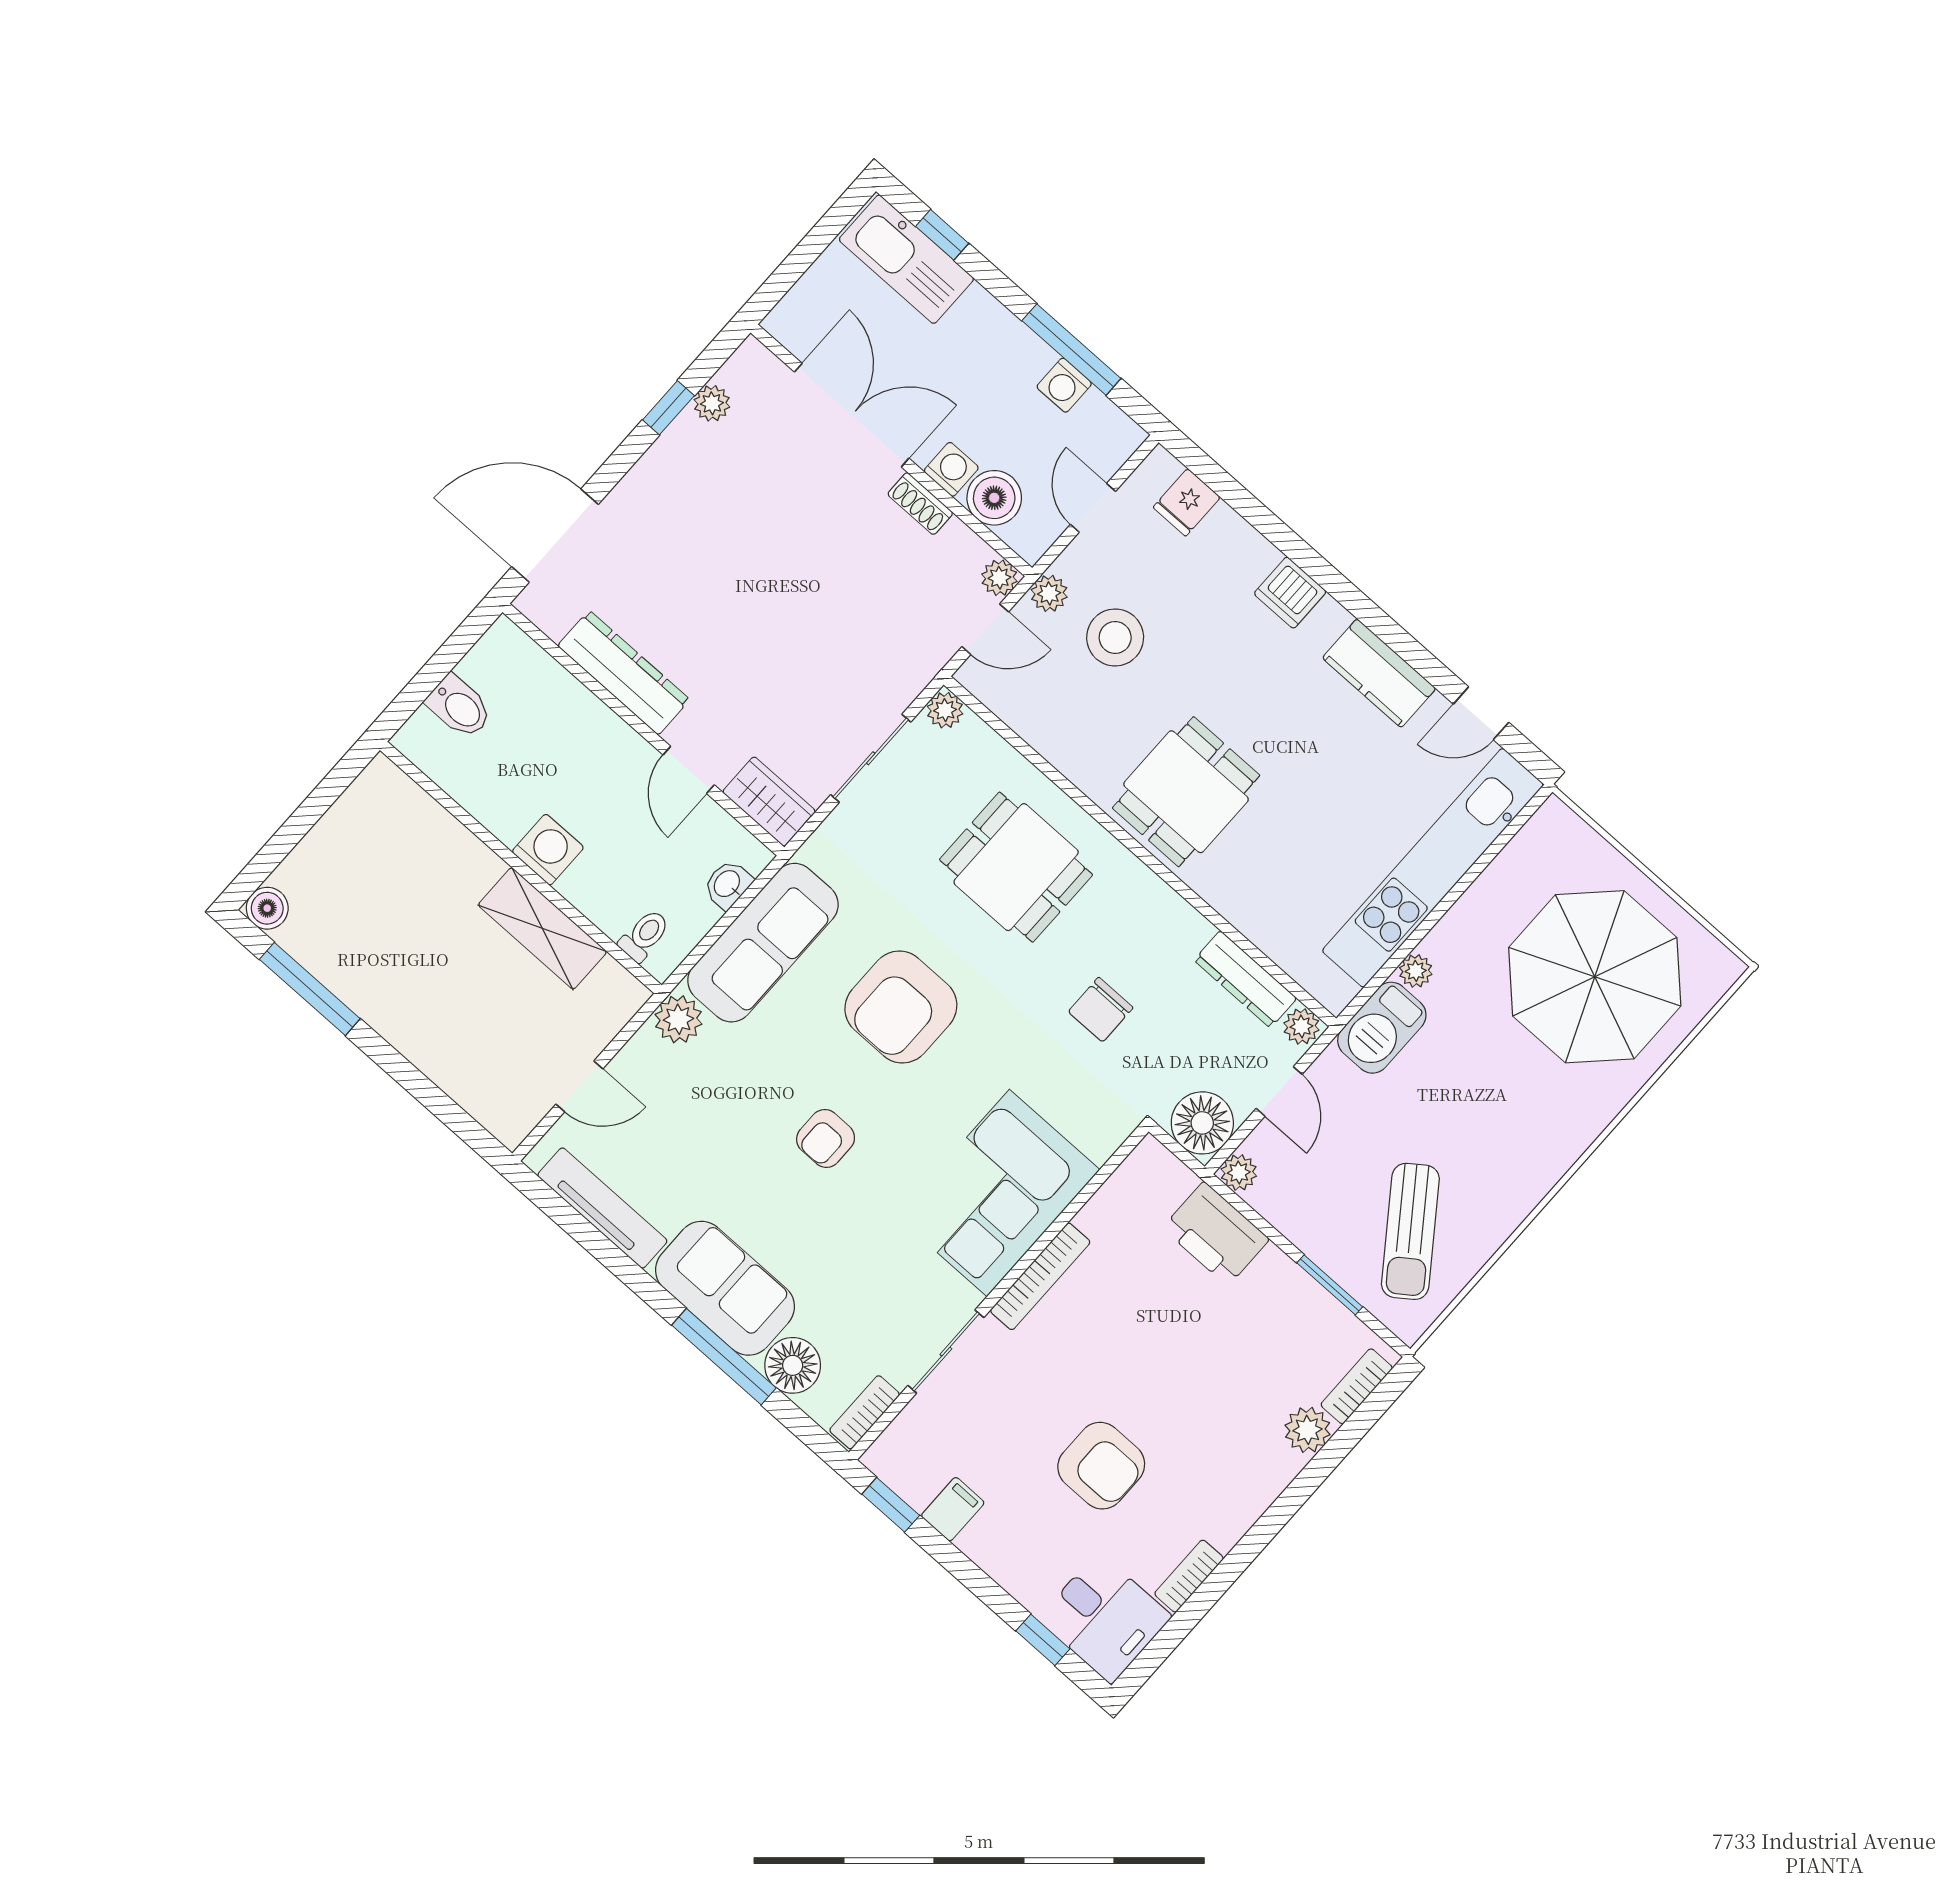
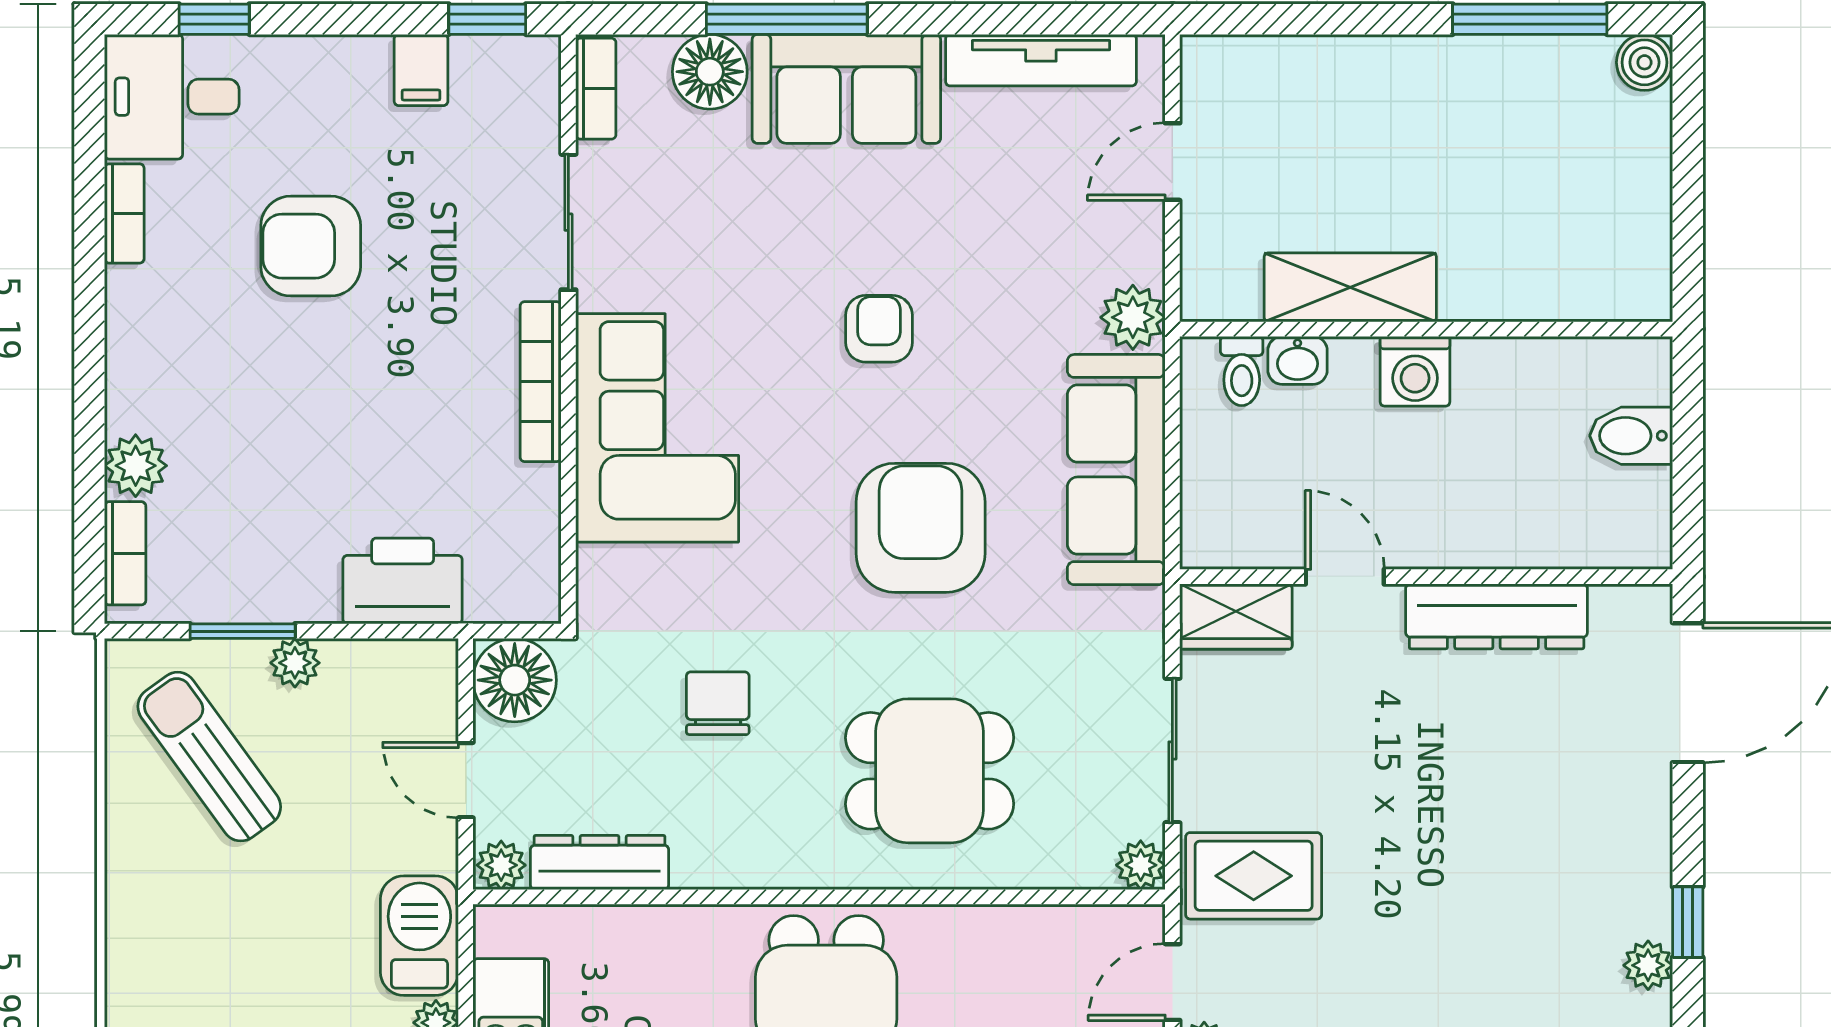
rug: (887, 648) -> (1254, 876), added
washbasin: (728, 884) -> (1298, 360), moved, turned 90
plant: (1239, 1172) -> (295, 663), moved

